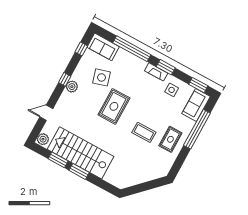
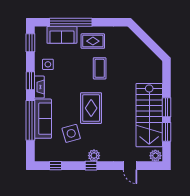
sofa: (103, 47) -> (43, 119), moved, width x1.36
sofa: (196, 105) -> (62, 35), moved
rug: (114, 106) -> (91, 108), turned 90

